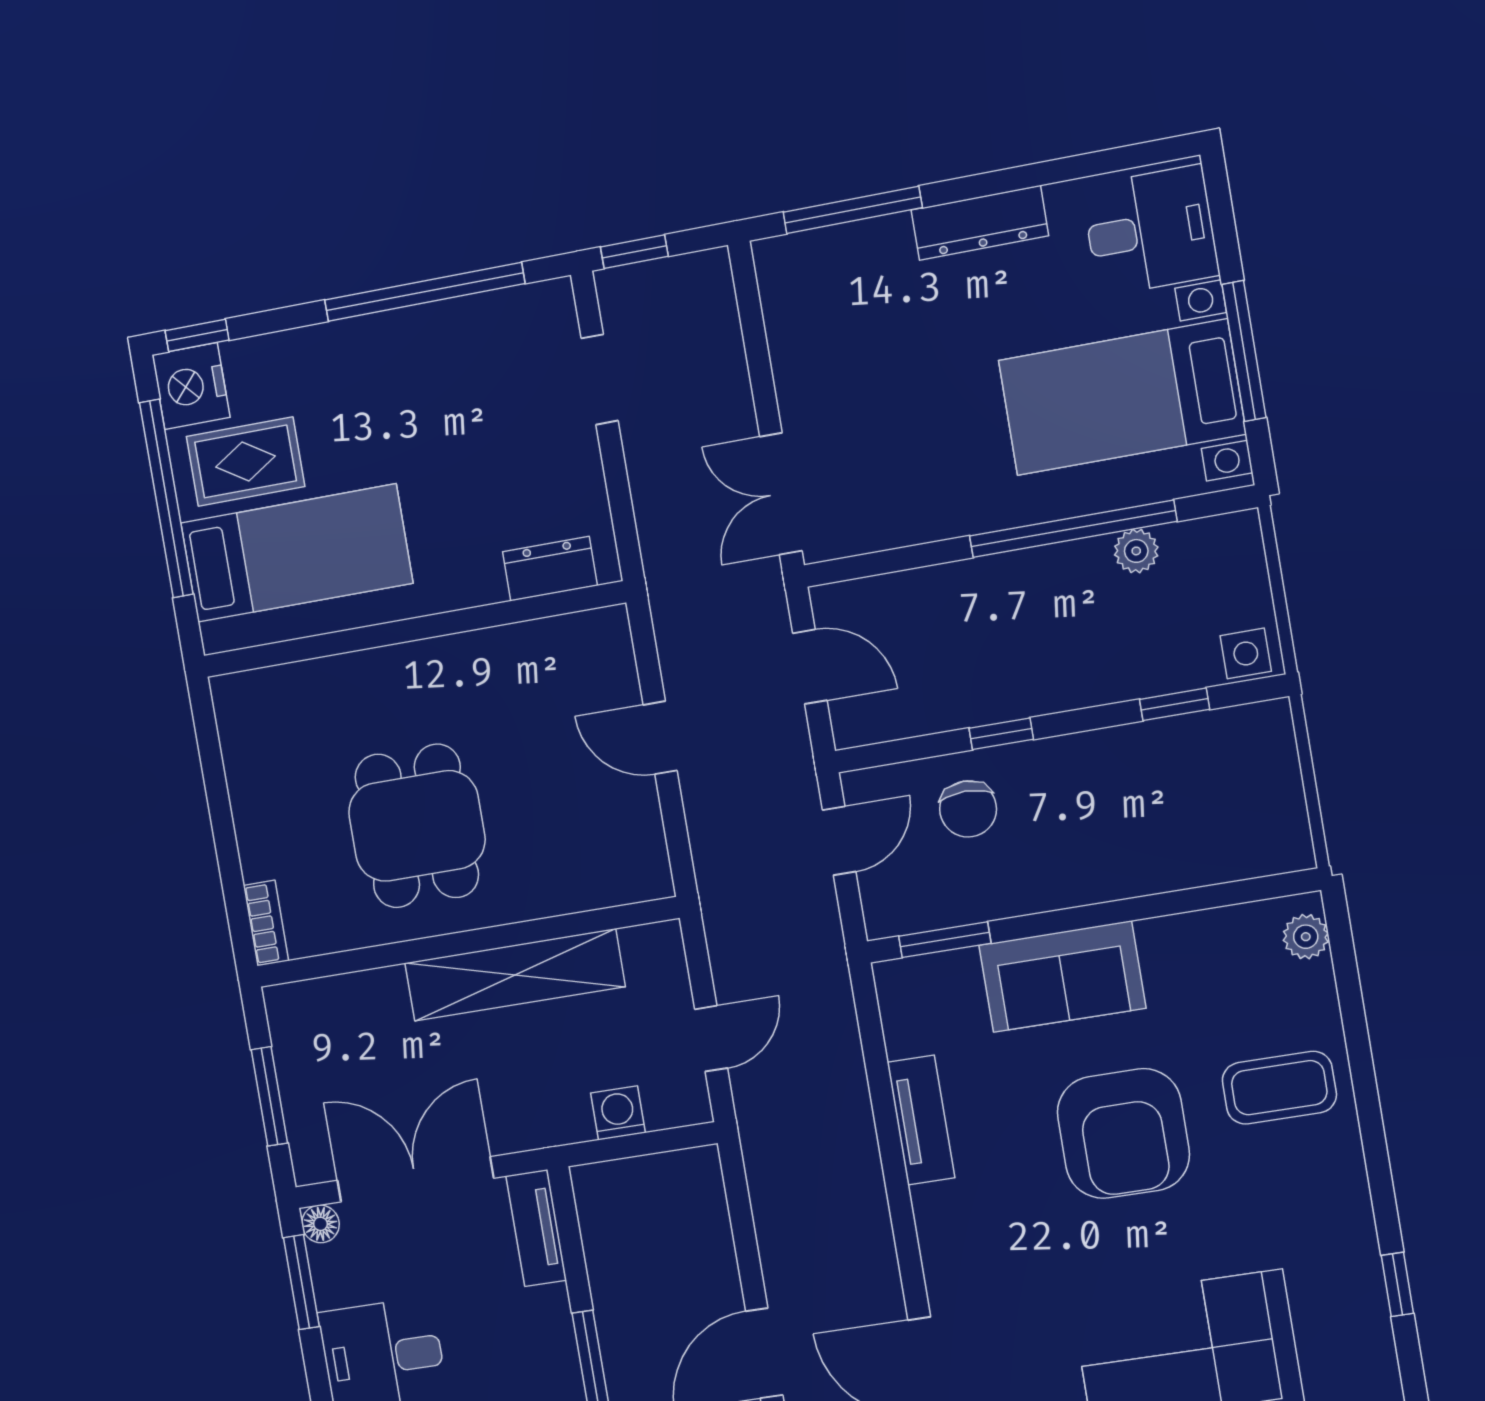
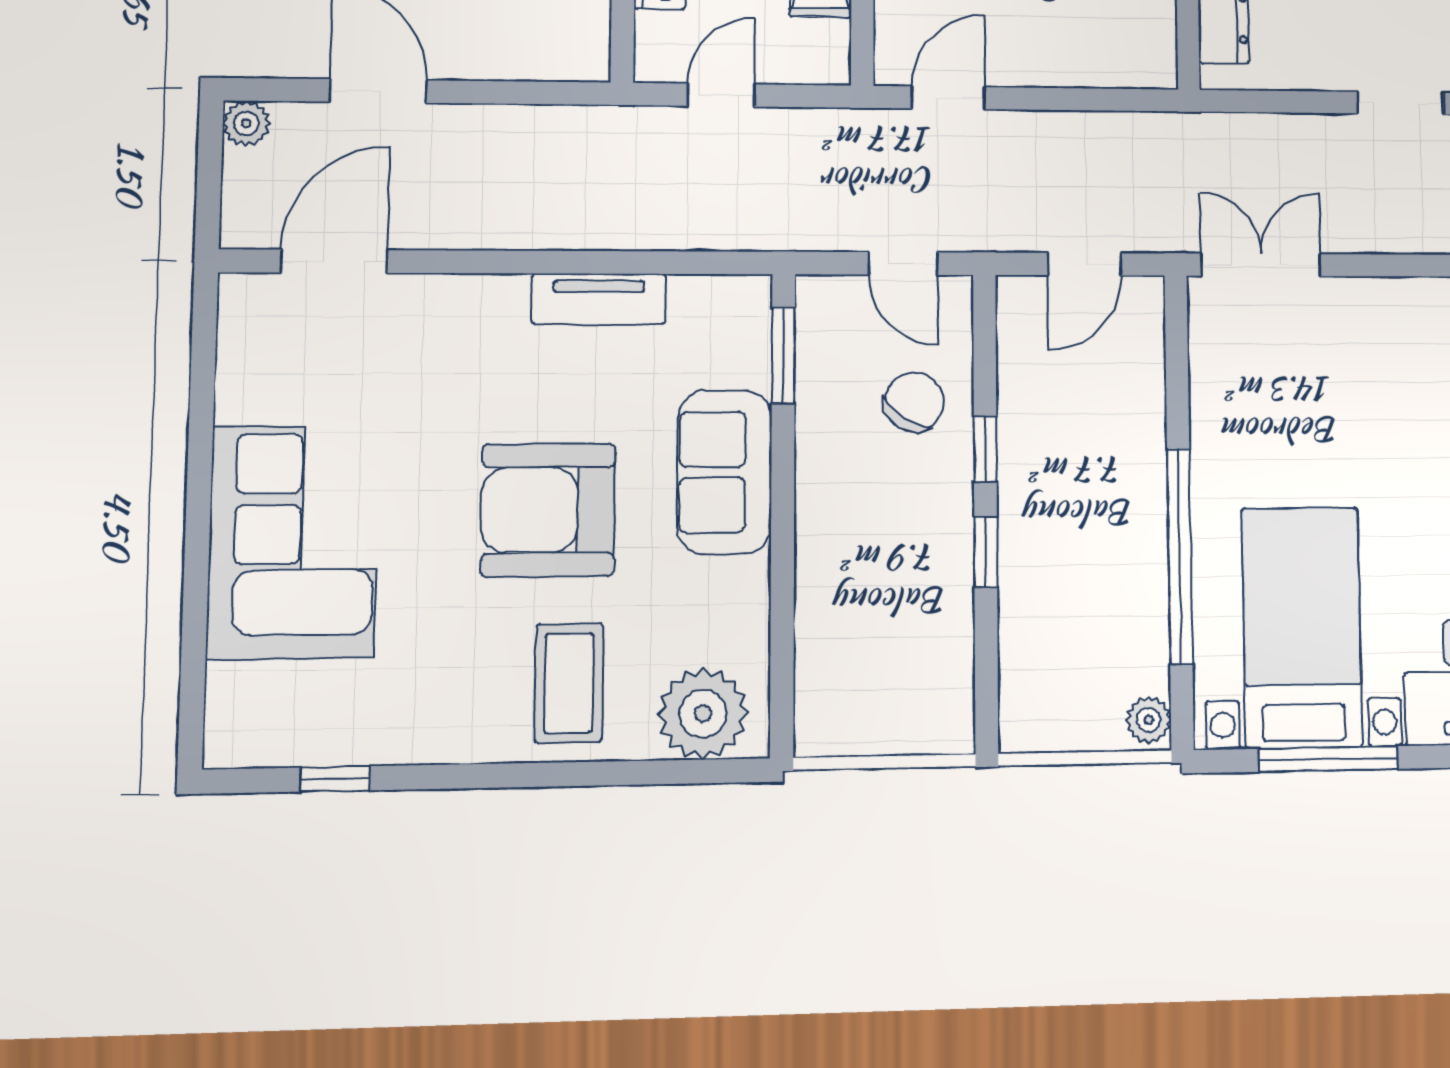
plant: (1136, 551) -> (1149, 720), moved
side table: (1246, 653) -> (1026, 715), removed
window: (1175, 704) -> (986, 552), moved
door: (660, 738) -> (948, 98), moved
chair: (968, 809) -> (914, 402), turned 123
plant: (1306, 937) -> (703, 714), width x1.88, depth x1.88
door: (711, 1039) -> (721, 95), swing flipped

